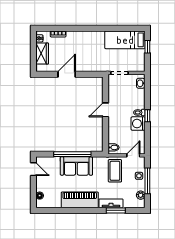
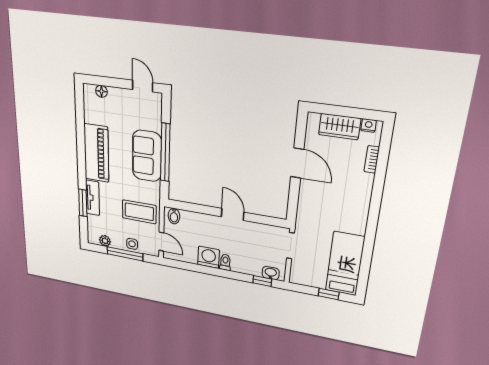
window: (147, 116) -> (262, 281), moved
door: (33, 169) -> (143, 86), swing flipped

